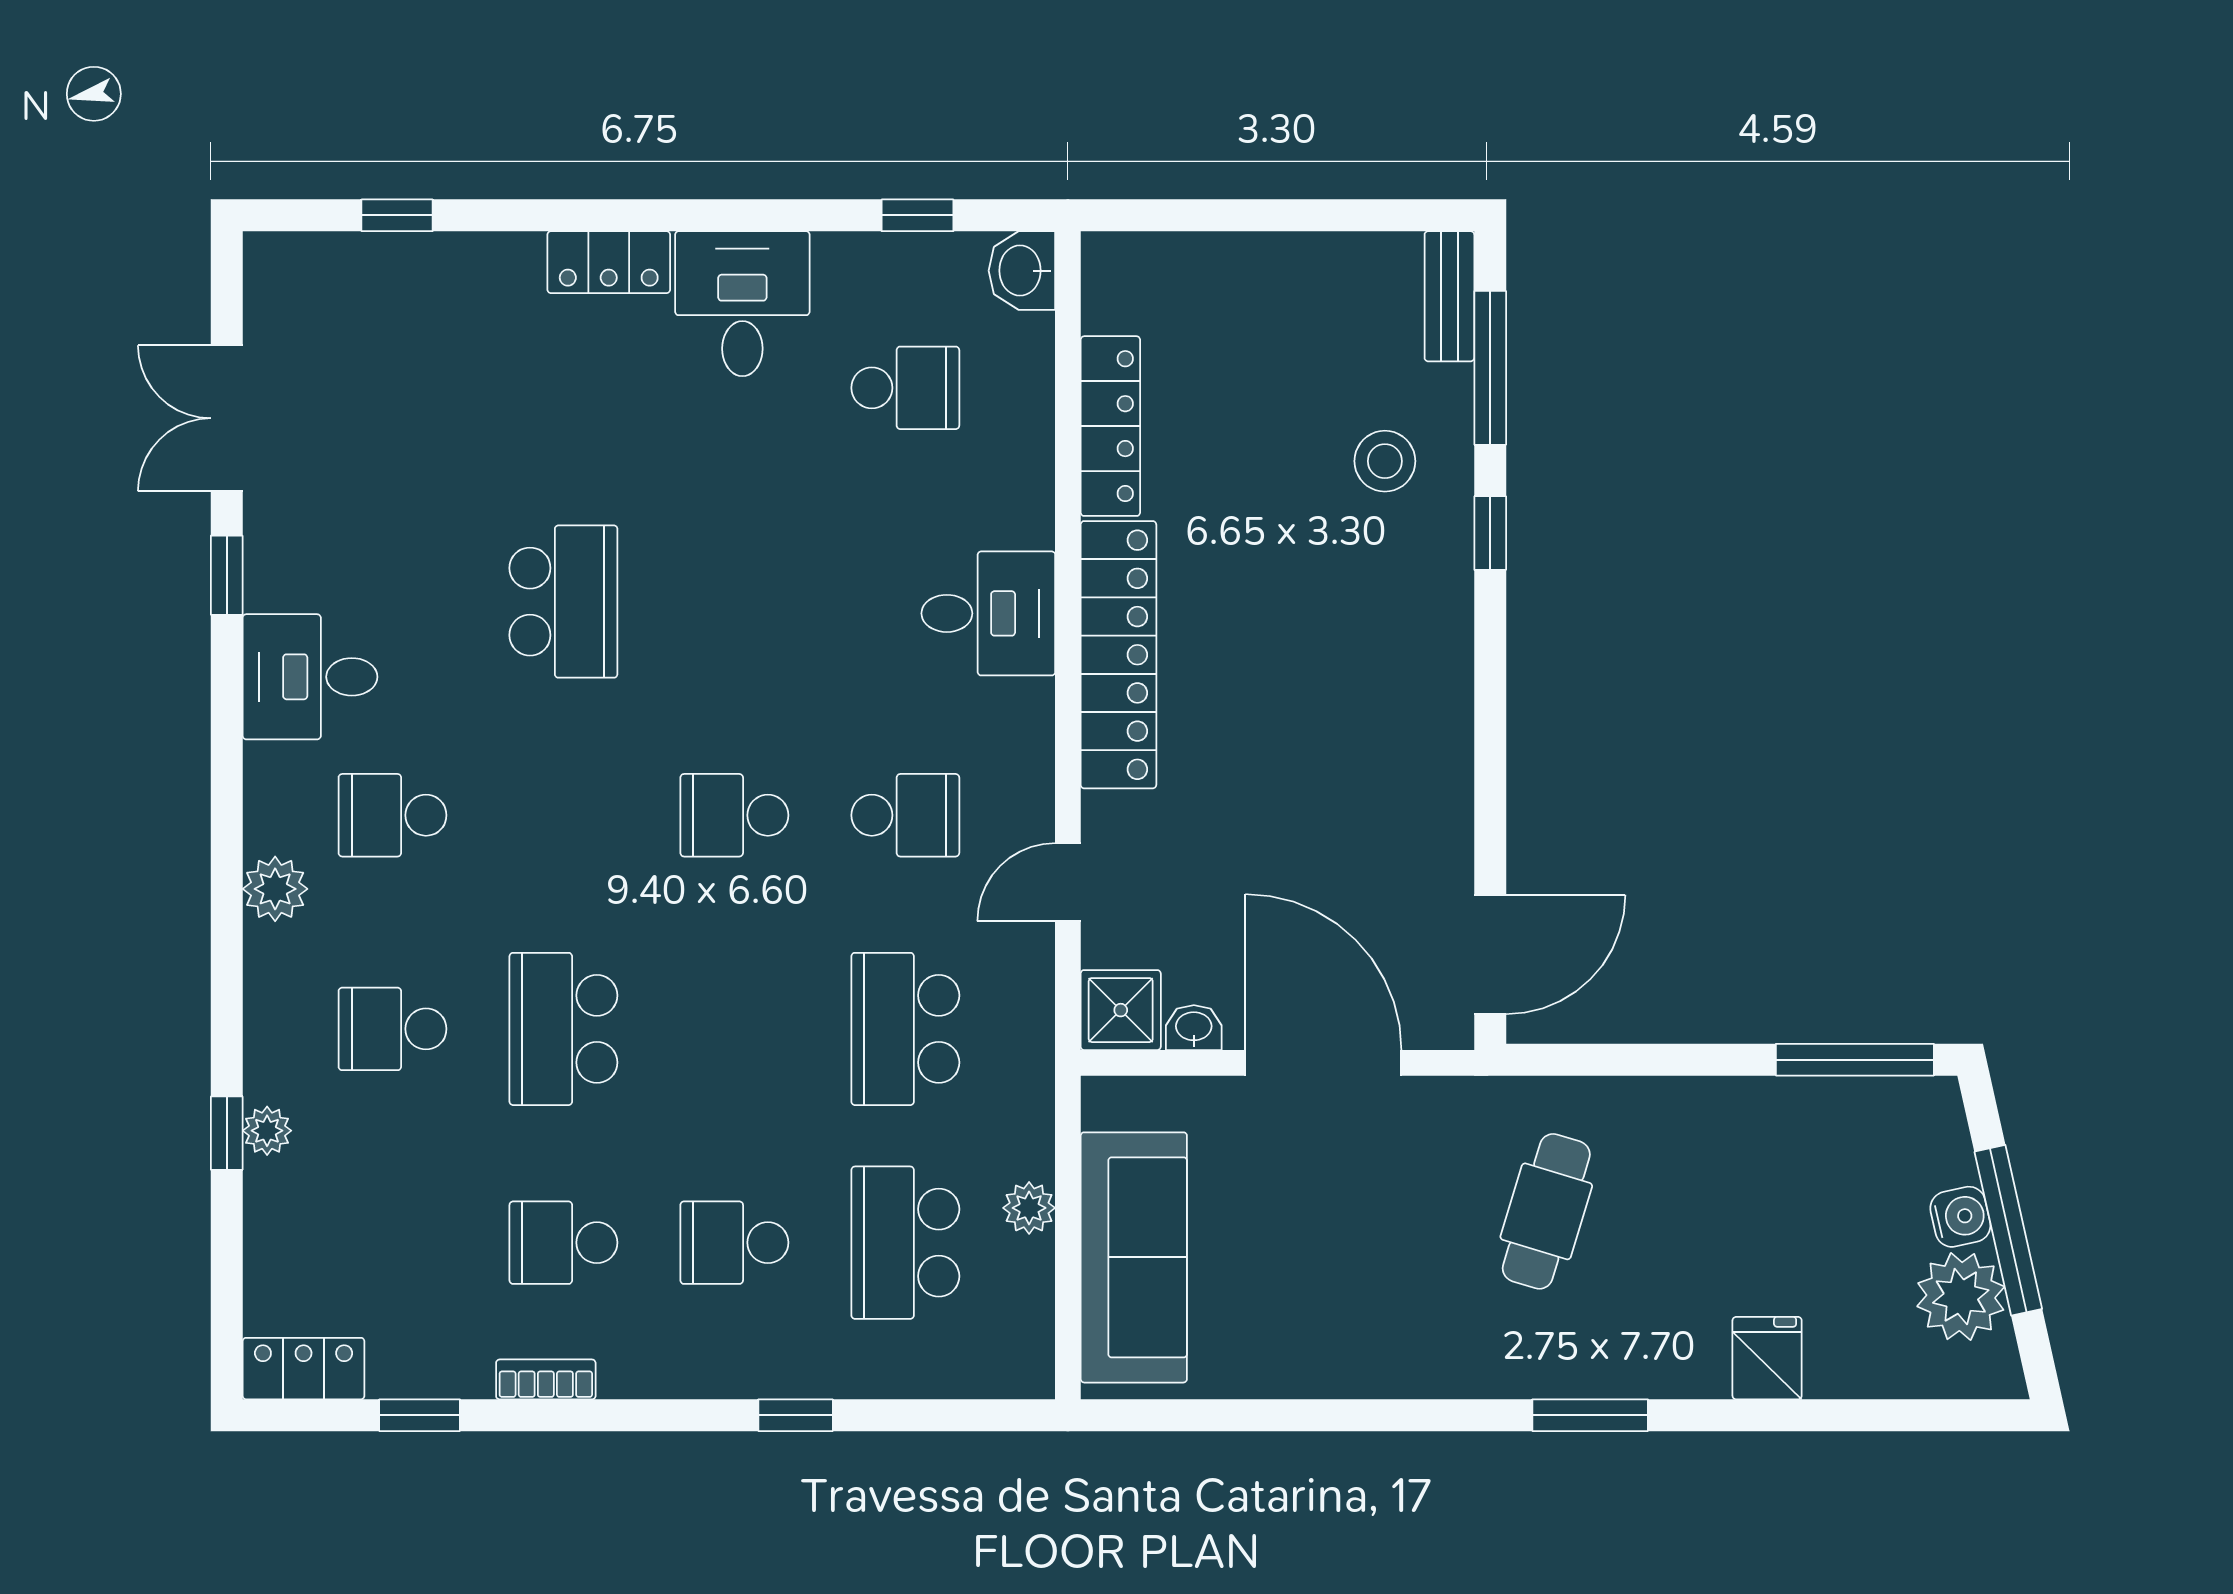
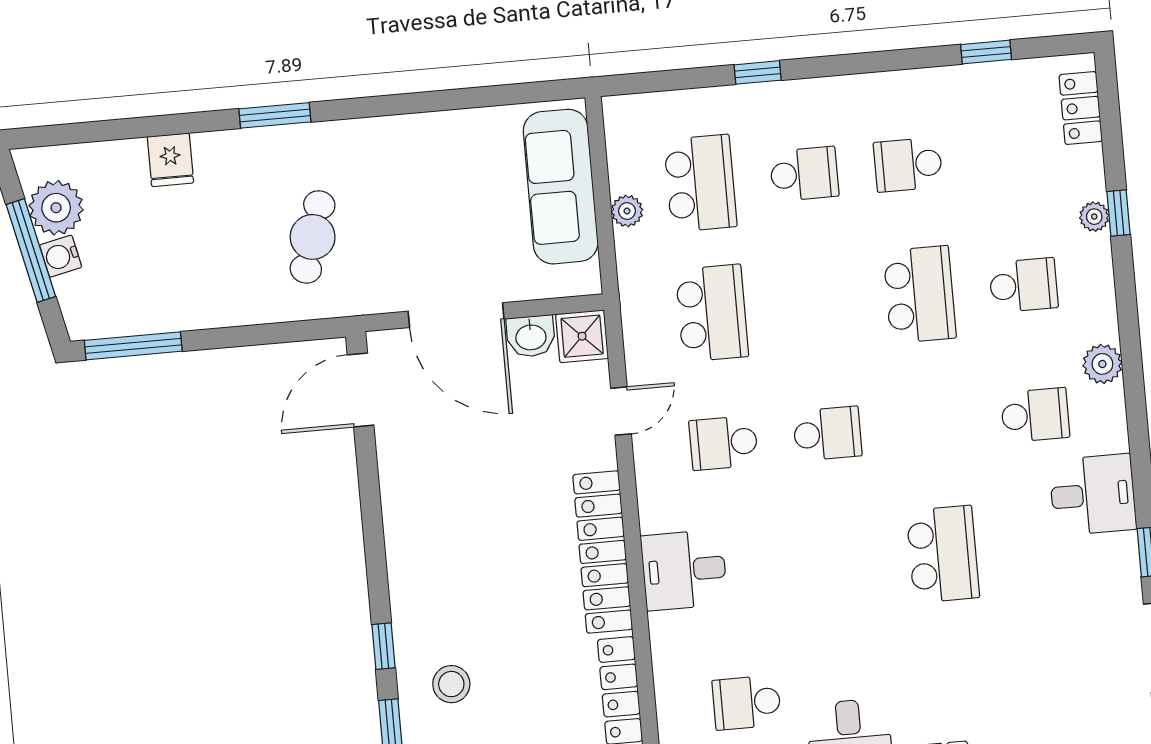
school desk: (563, 602) -> (943, 554), turned 180
washbasin: (1194, 1028) -> (531, 336), width x1.38, depth x1.45
school desk: (563, 1243) -> (908, 165), turned 180
locker: (304, 1369) -> (1081, 108), moved, turned 90
bookcase: (546, 1379) -> (911, 81), removed

